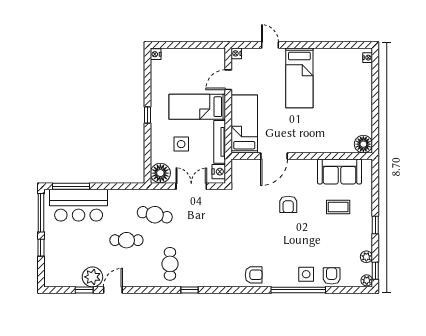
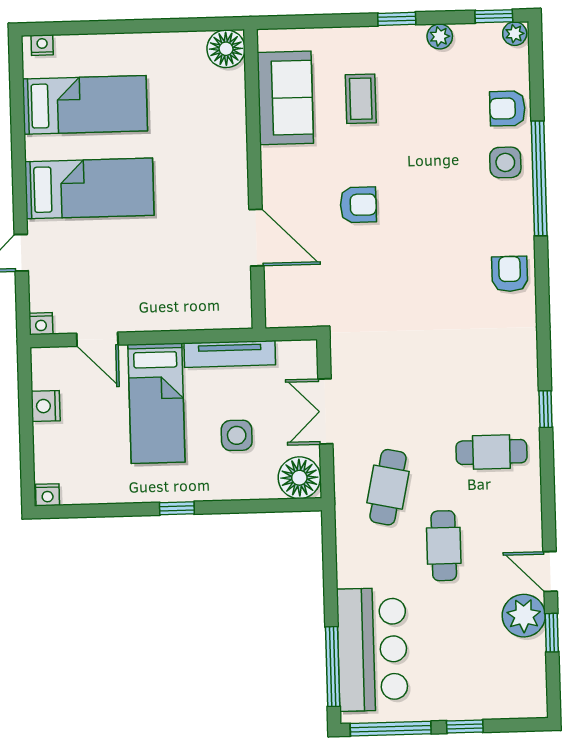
bed: (244, 124) -> (85, 105), moved, turned 180
nightstand: (219, 172) -> (46, 406), moved, turned -90
plant: (366, 257) -> (440, 36), moved

